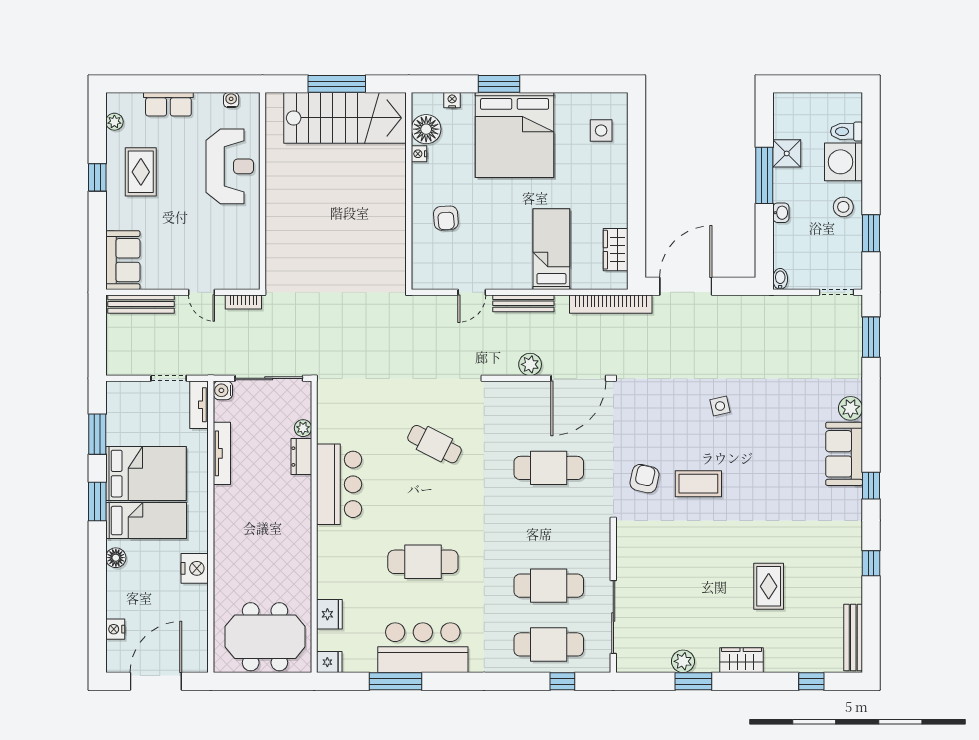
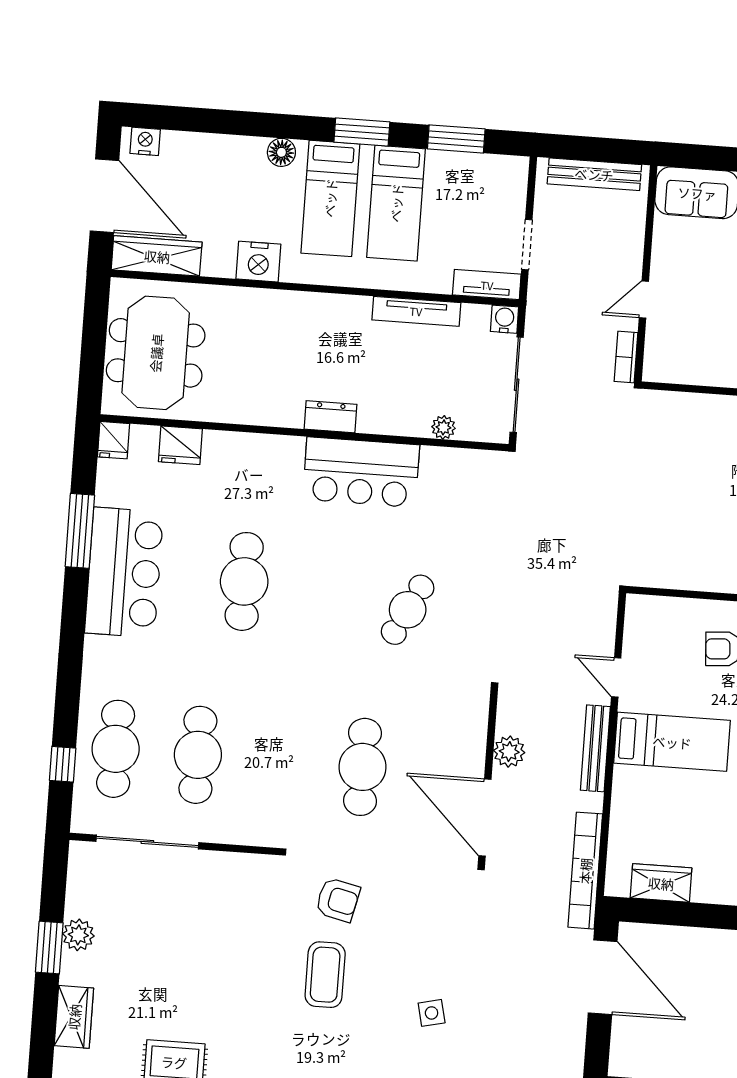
bed: (551, 249) -> (672, 742), moved
bench: (141, 304) -> (594, 174), moved, turned 90
dresser: (301, 457) -> (330, 417), moved
bed: (146, 474) -> (396, 203), width x0.67
nightstand: (115, 629) -> (145, 141), moved
wardrobe: (196, 641) -> (157, 256), added

